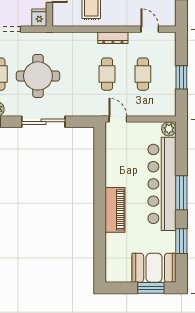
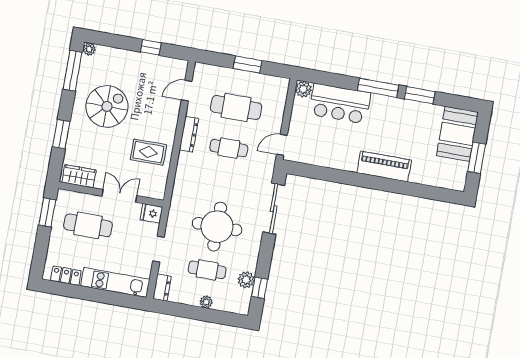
cafe table: (143, 74) -> (236, 107), width x1.37, depth x1.35
sliding door: (43, 122) -> (274, 209), moved
bar counter: (162, 184) -> (340, 104), width x0.54
window: (181, 241) -> (420, 95), moved
window: (151, 288) -> (477, 158), moved

